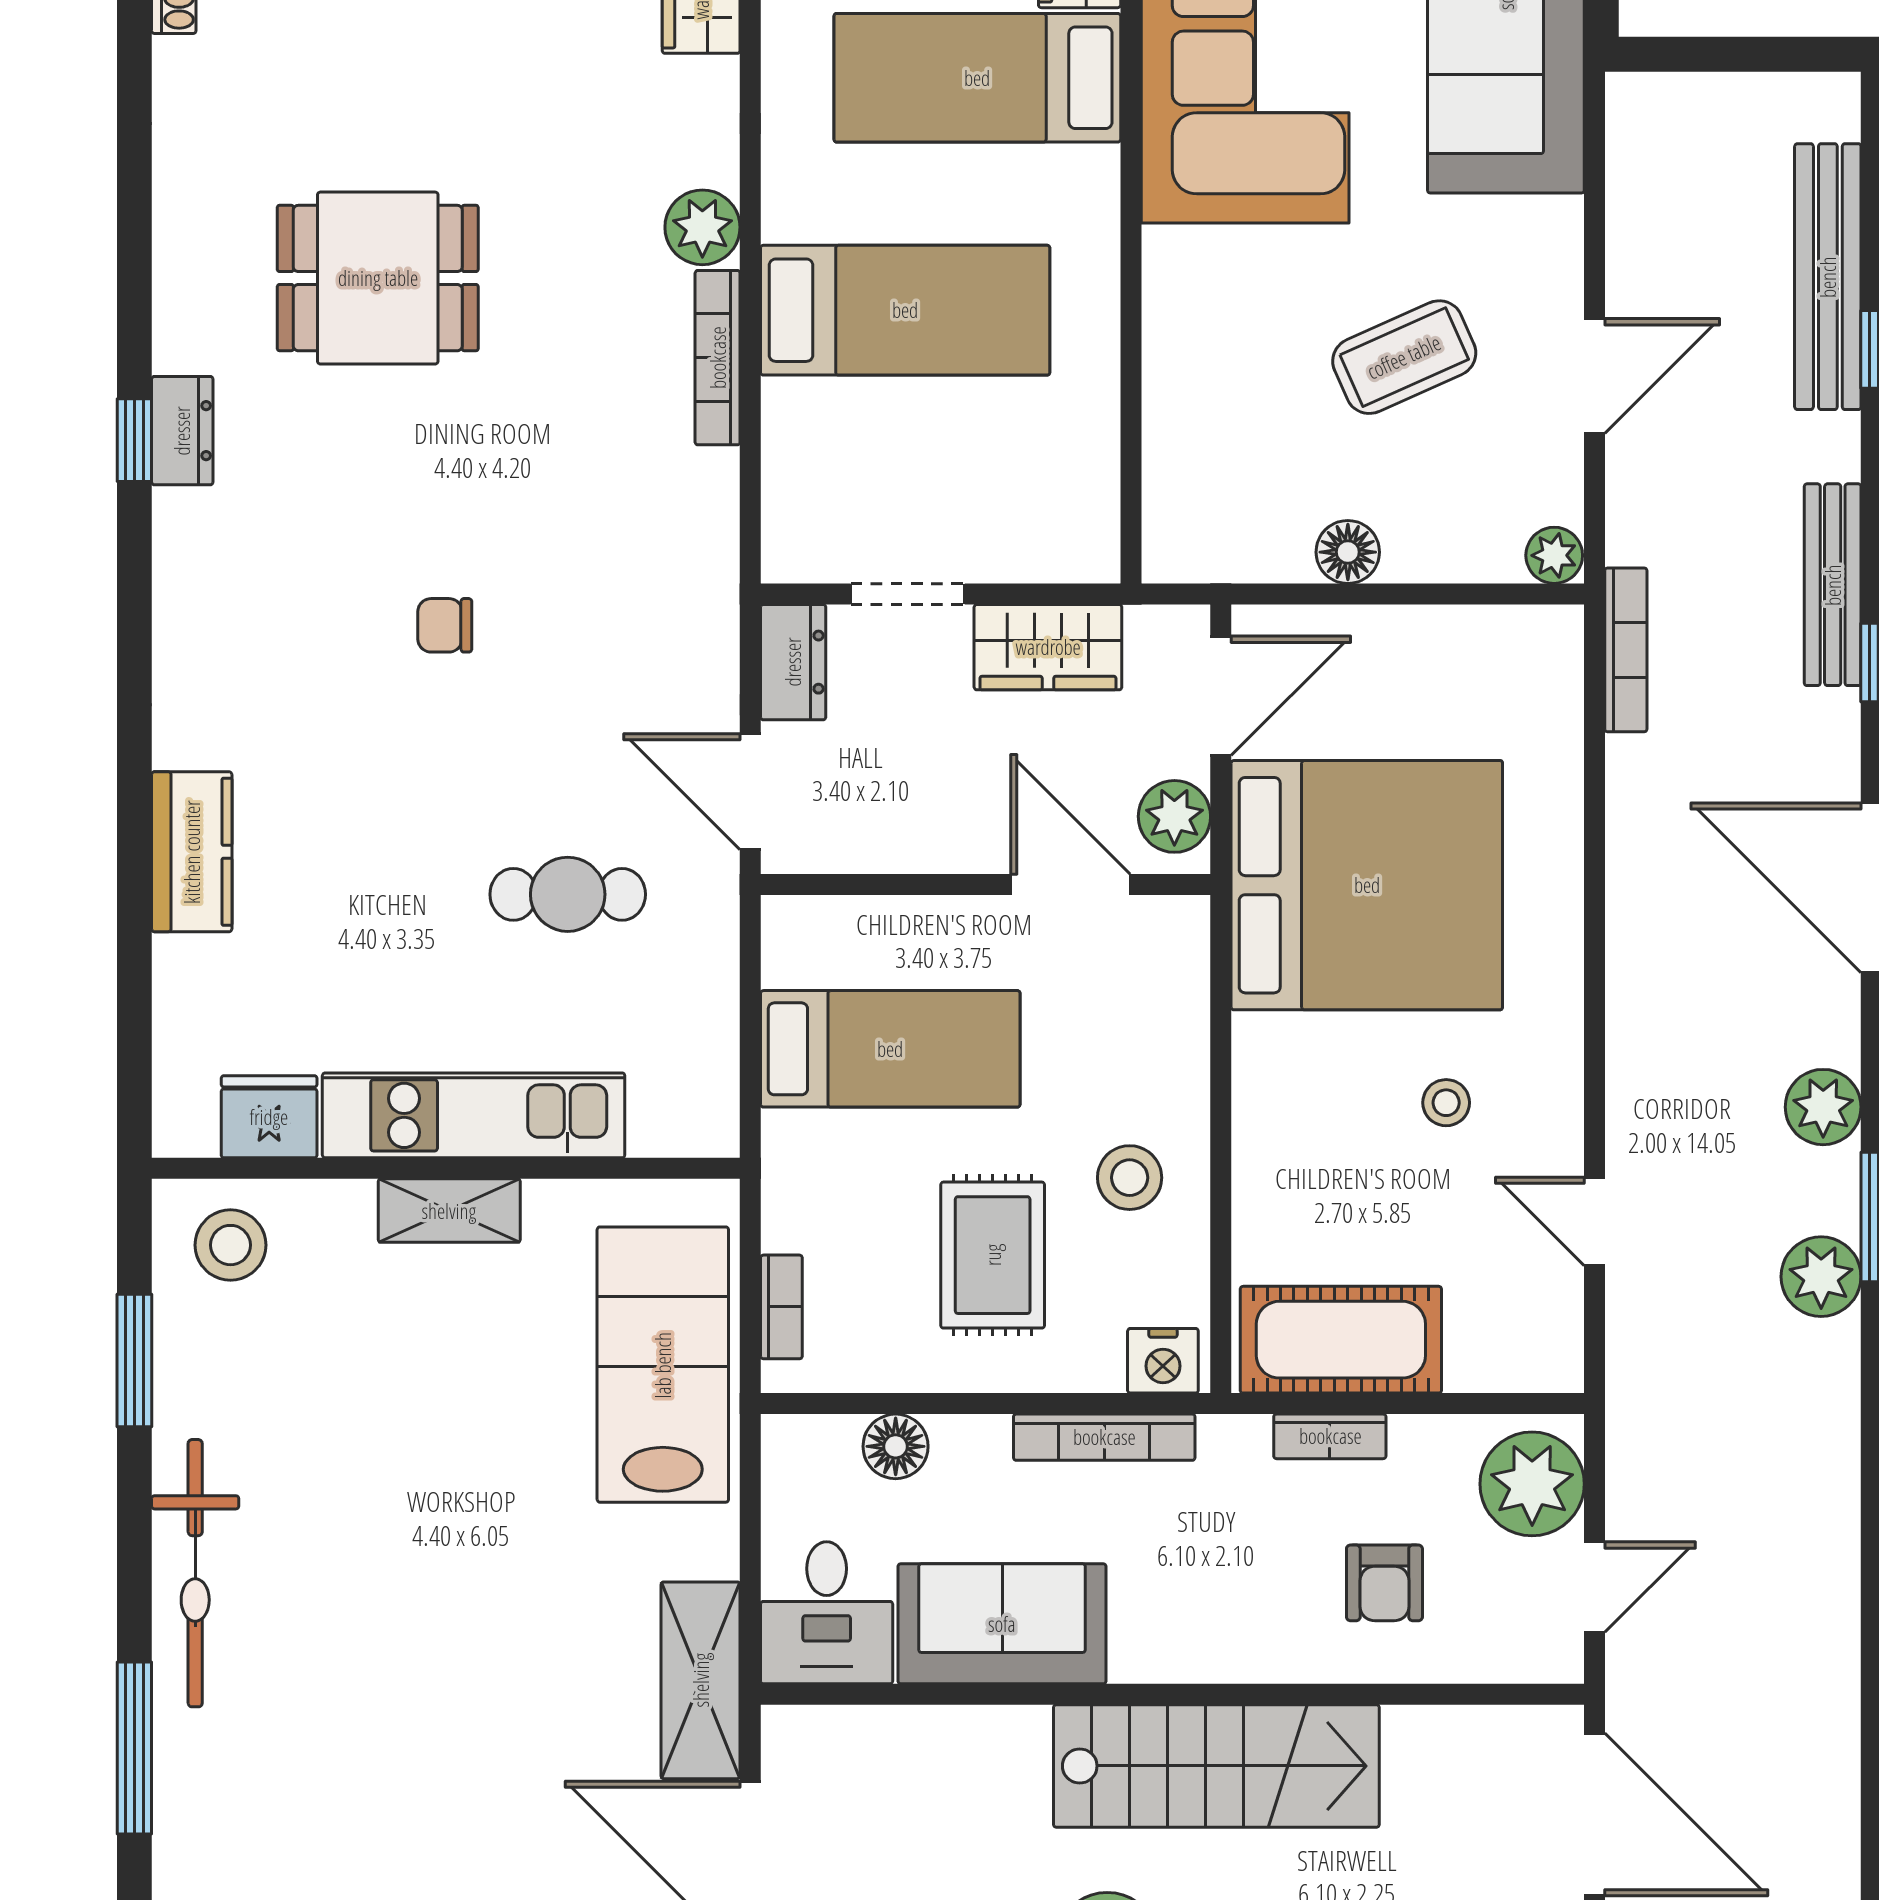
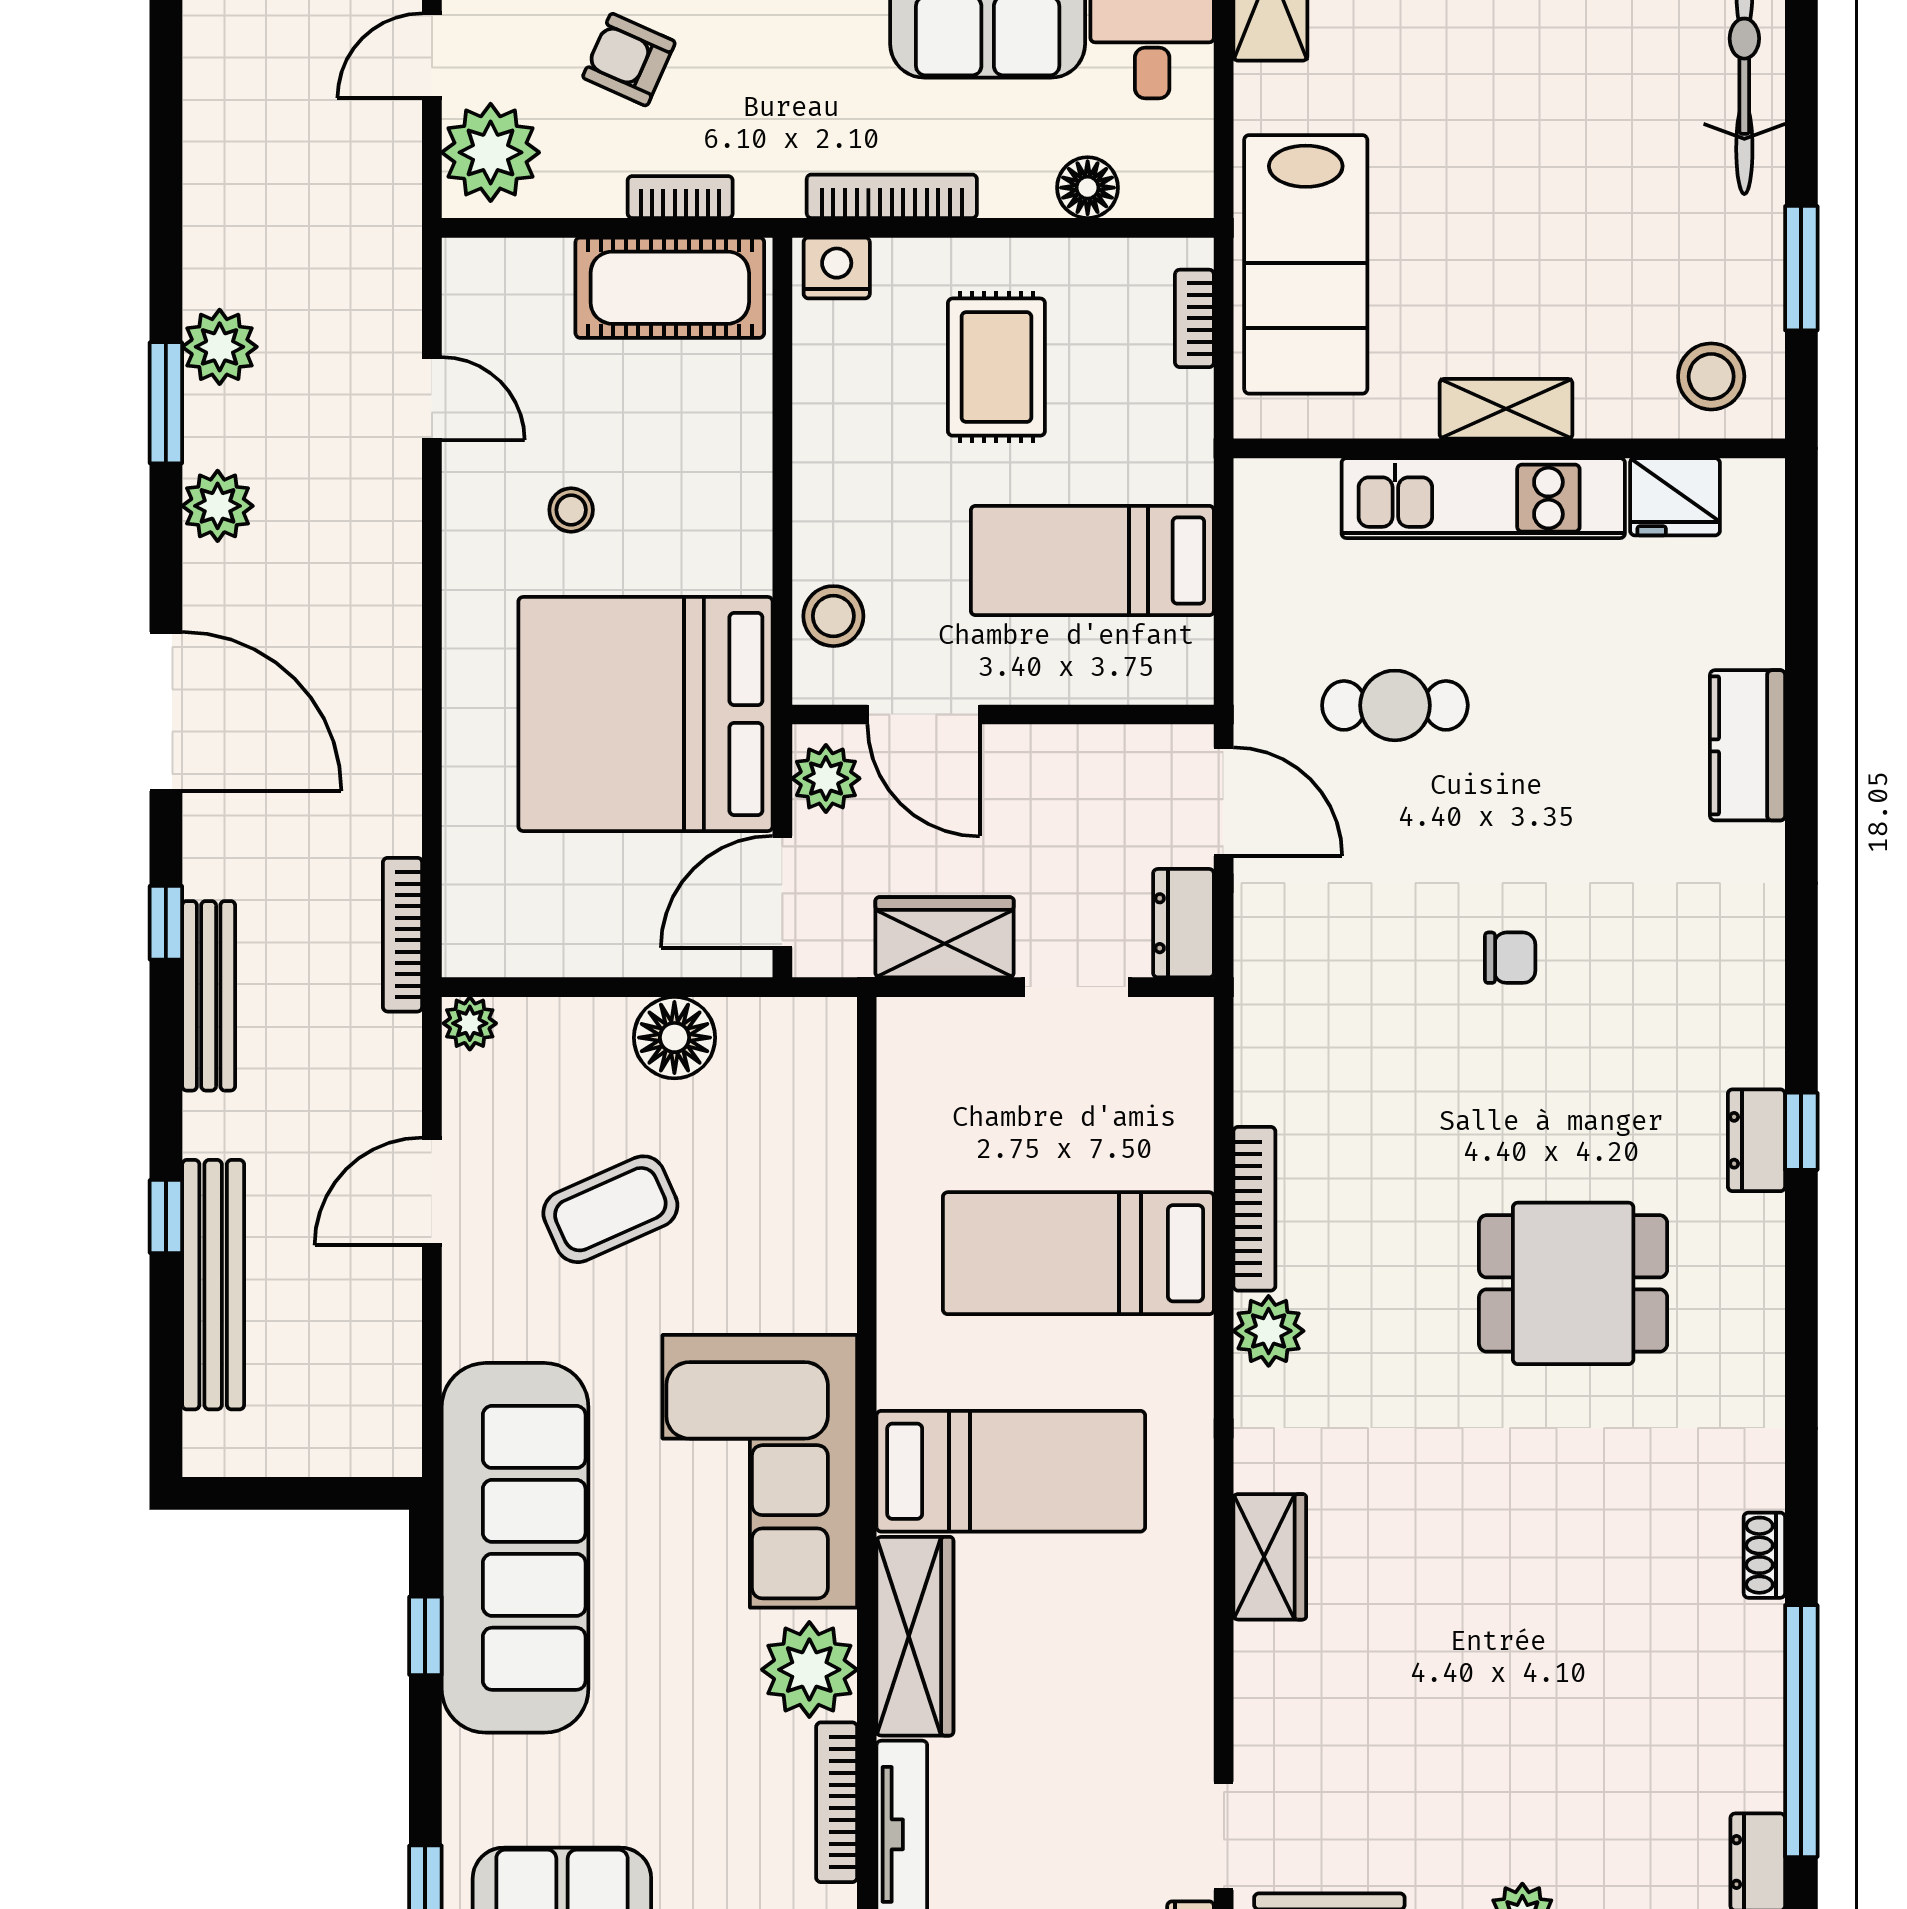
floor lamp: (1348, 552) -> (674, 1038), width x1.38, depth x1.38
stool: (1130, 1178) -> (833, 616), moved
armchair: (1384, 1583) -> (629, 60), turned -66

